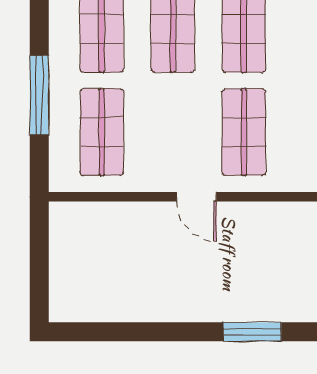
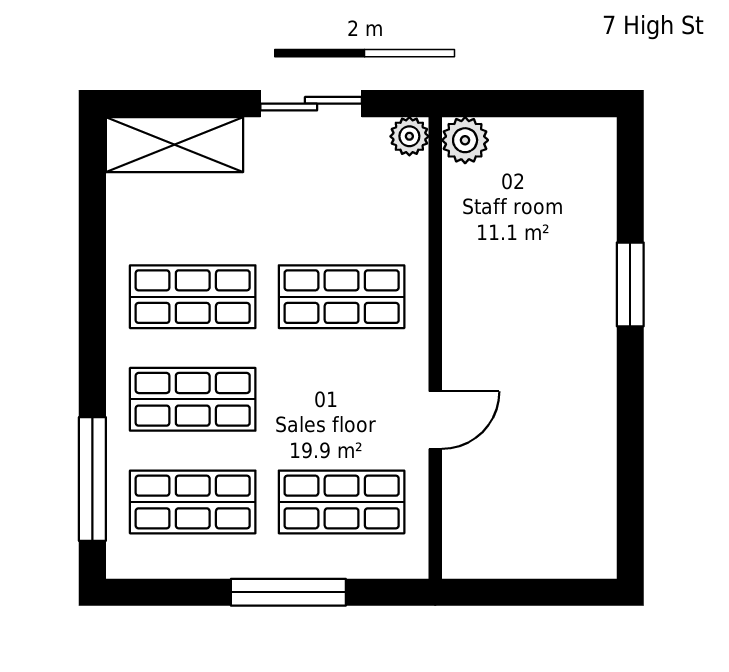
door: (197, 197) -> (435, 420), moved

